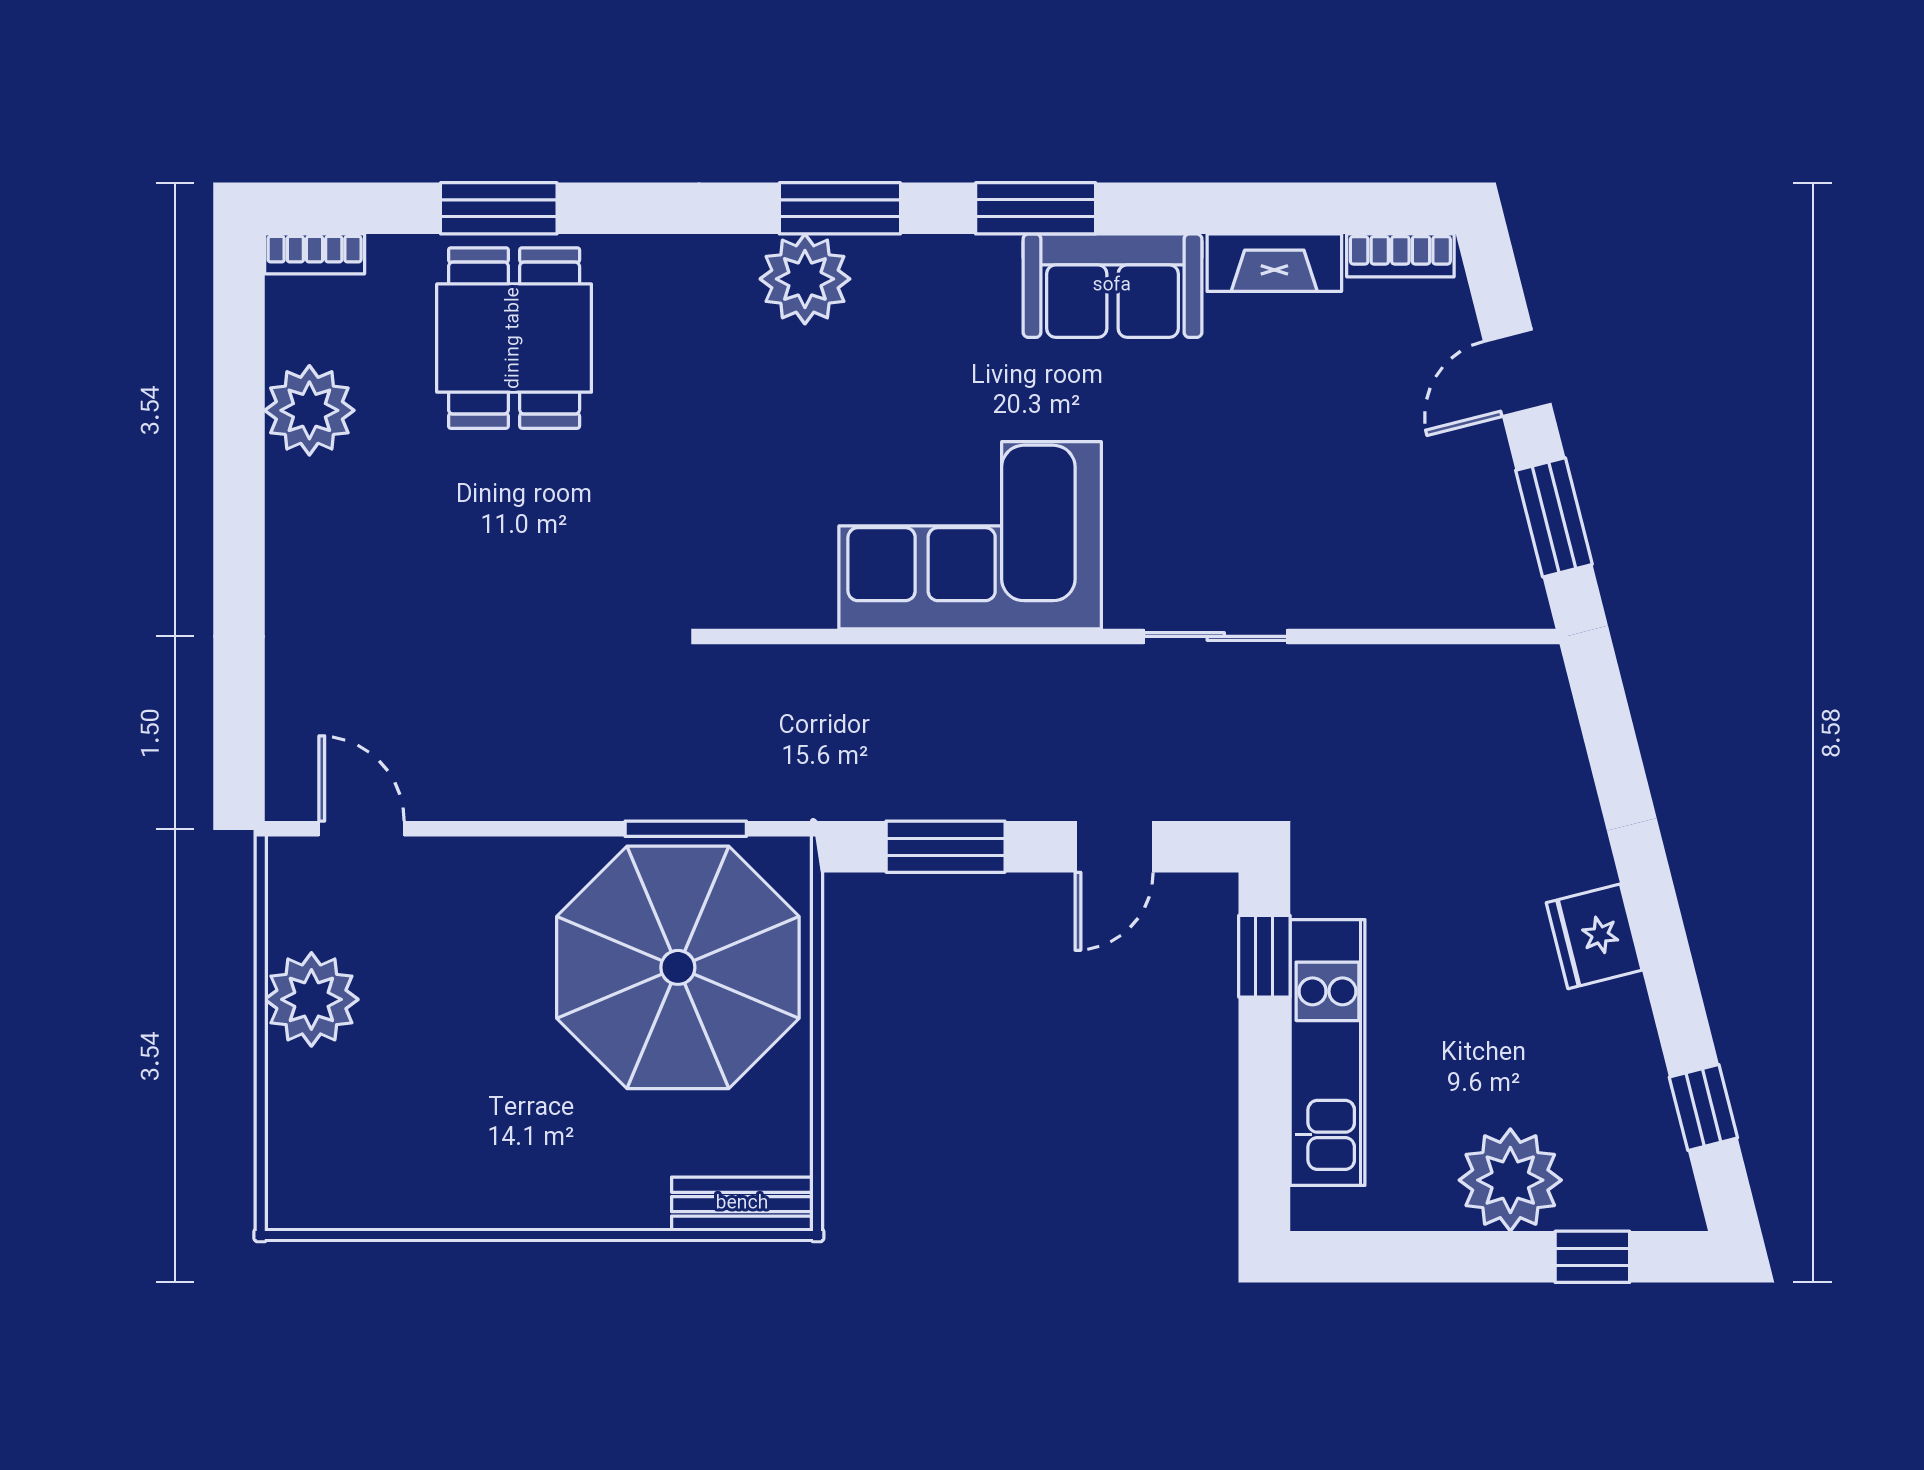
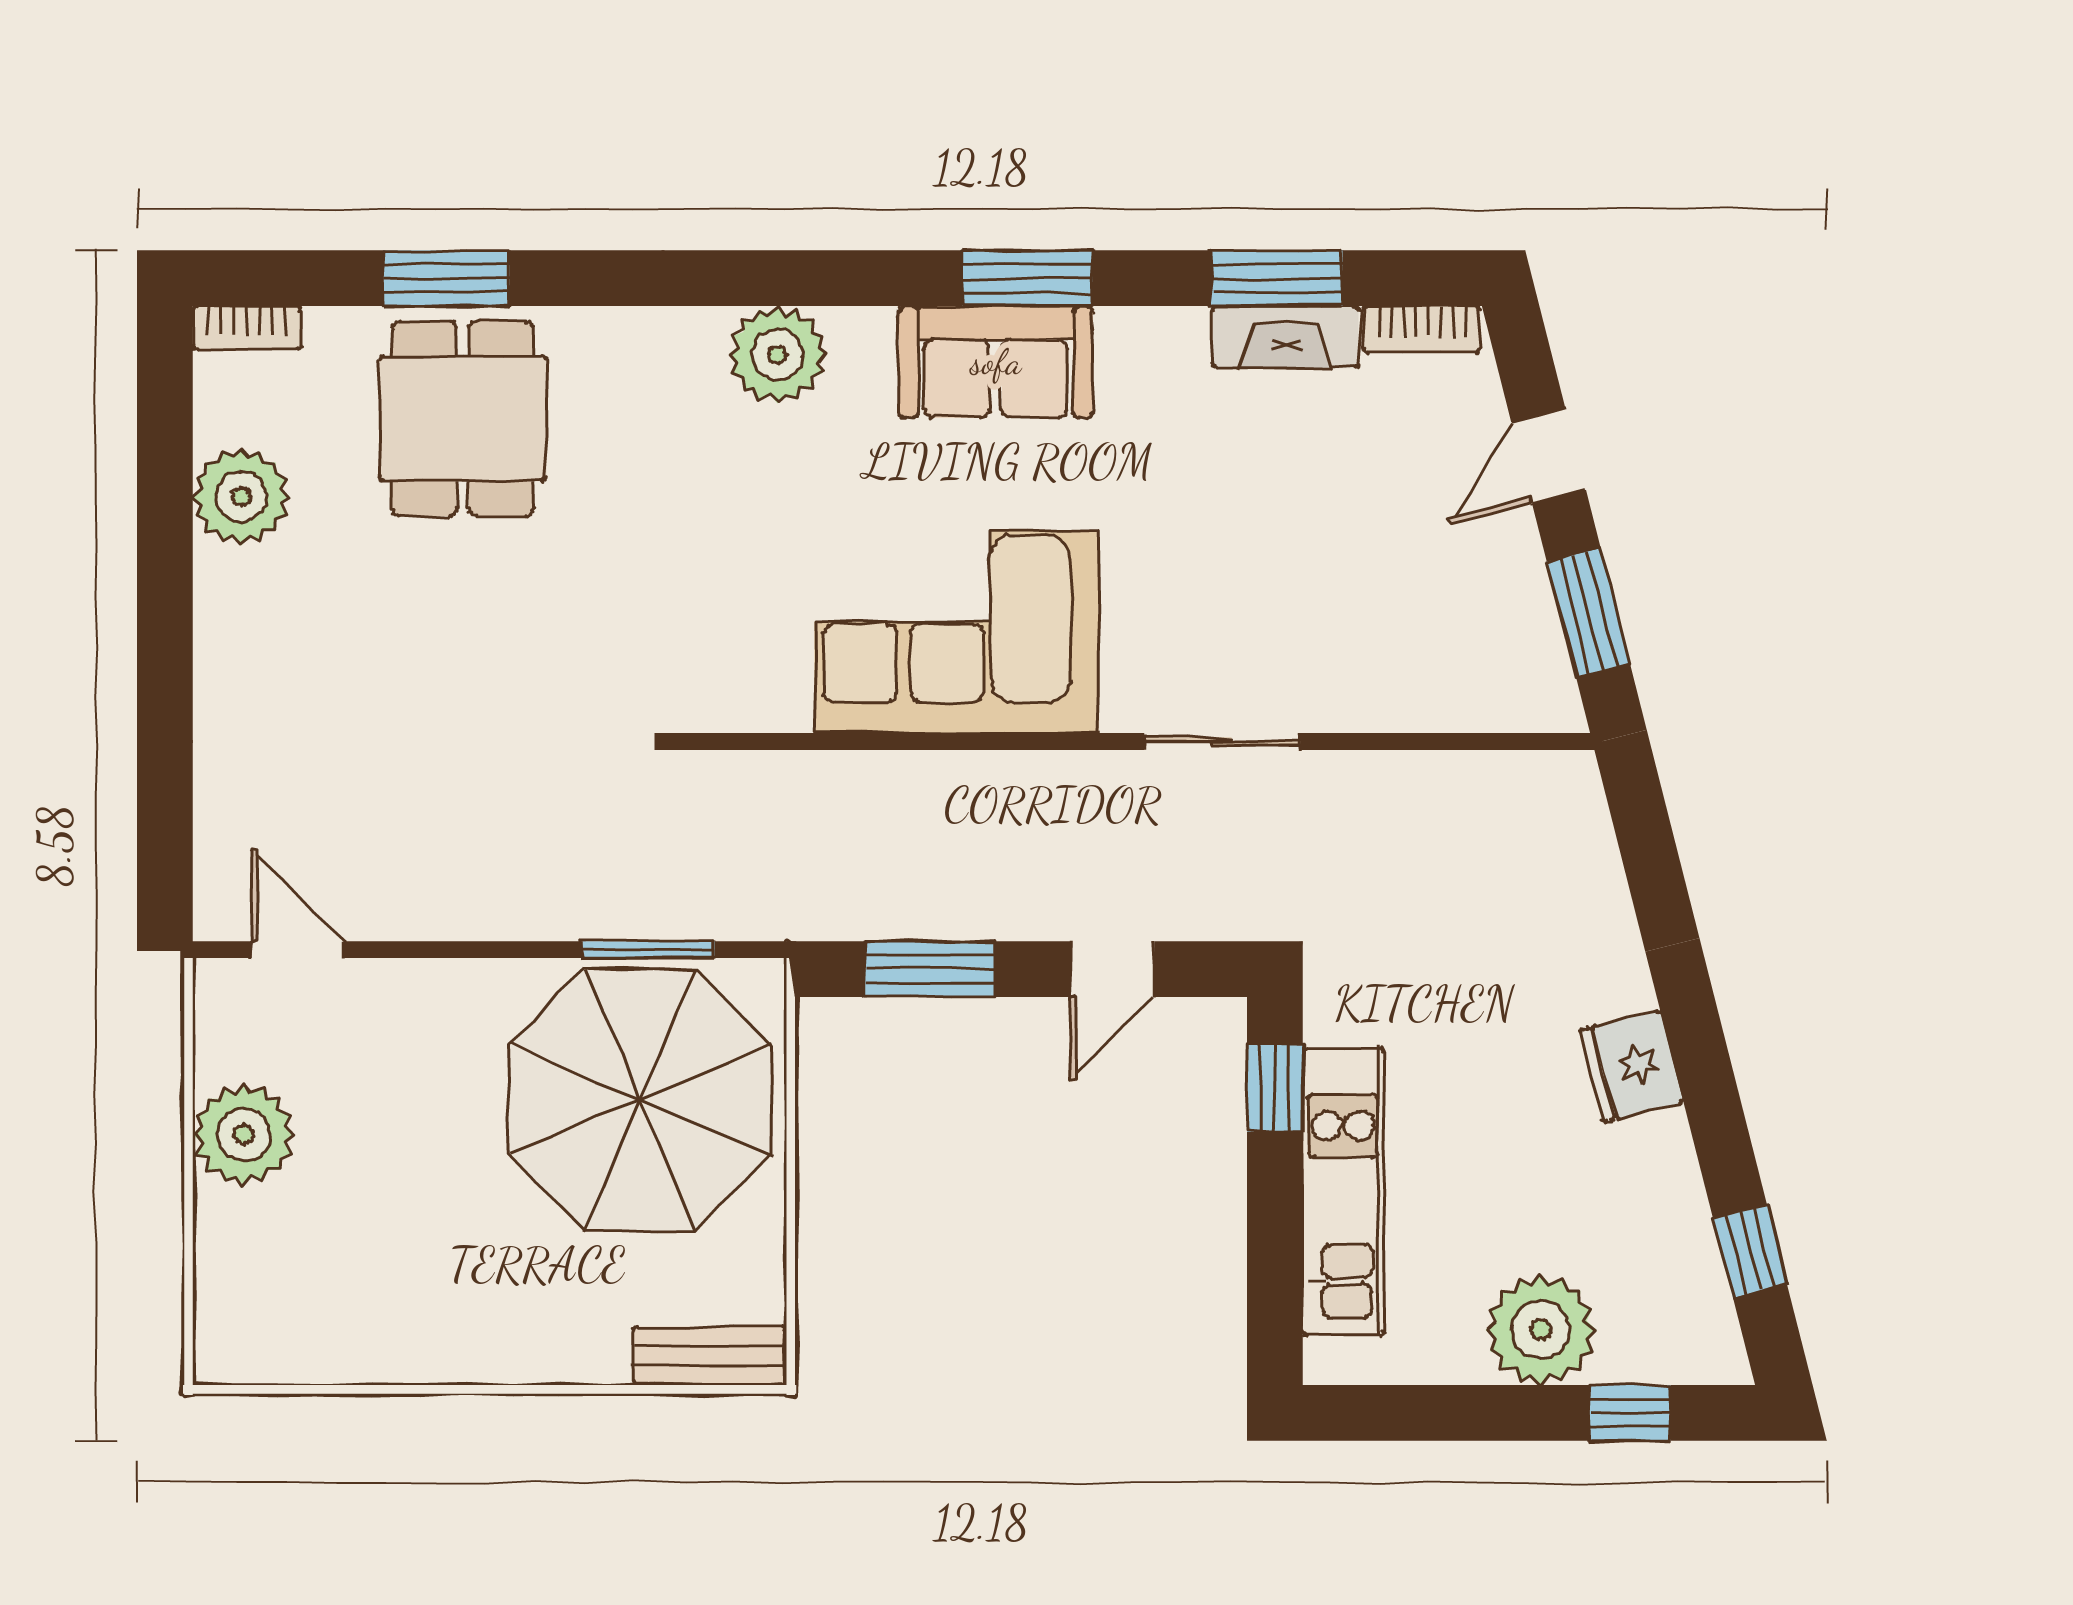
window: (840, 208) -> (1277, 278), moved
sofa: (1112, 286) -> (996, 362), moved

